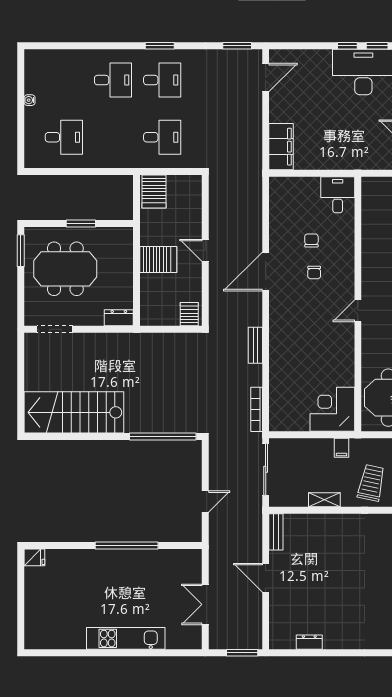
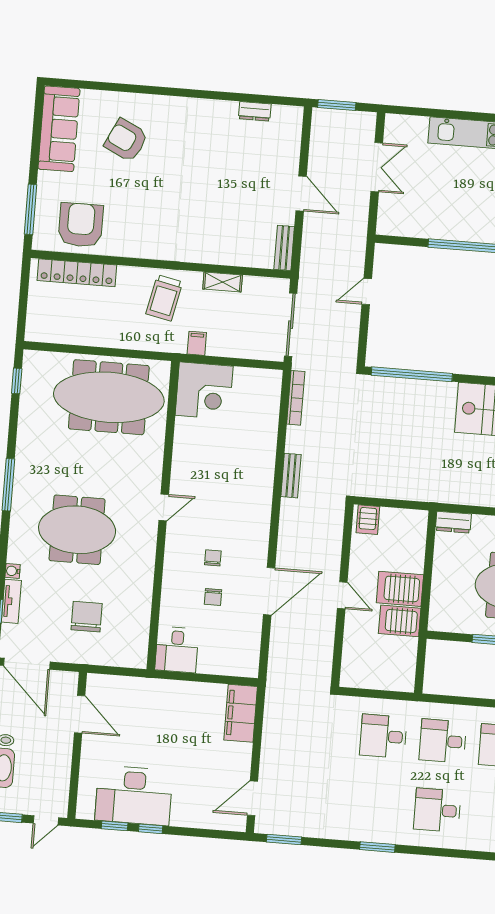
desk: (162, 80) -> (443, 741), moved
server rack: (154, 191) -> (400, 621), moved, turned -90
door: (266, 272) -> (269, 591), moved

